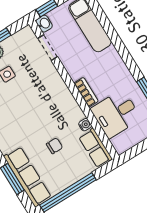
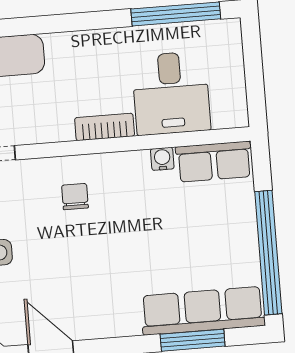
chair: (54, 146) -> (75, 197), moved

